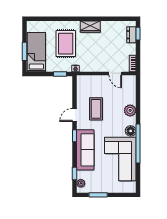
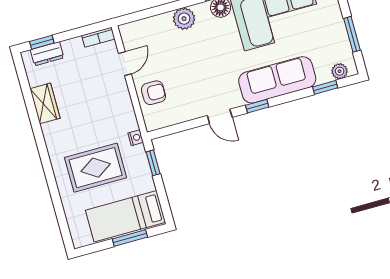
wardrobe: (90, 27) -> (45, 103), moved
armchair: (96, 84) -> (153, 93), added
coffee table: (96, 109) -> (198, 81), removed

